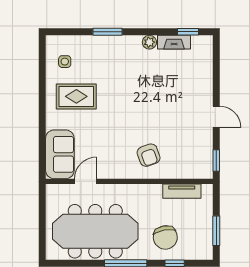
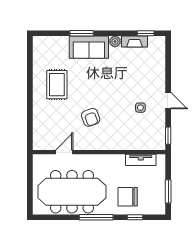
side table: (65, 62) -> (140, 108), moved
rug: (76, 96) -> (57, 85), turned 90
sofa: (60, 154) -> (89, 47), moved, turned 90
armchair: (149, 155) -> (91, 117), moved
chair: (165, 237) -> (128, 197), turned 100

